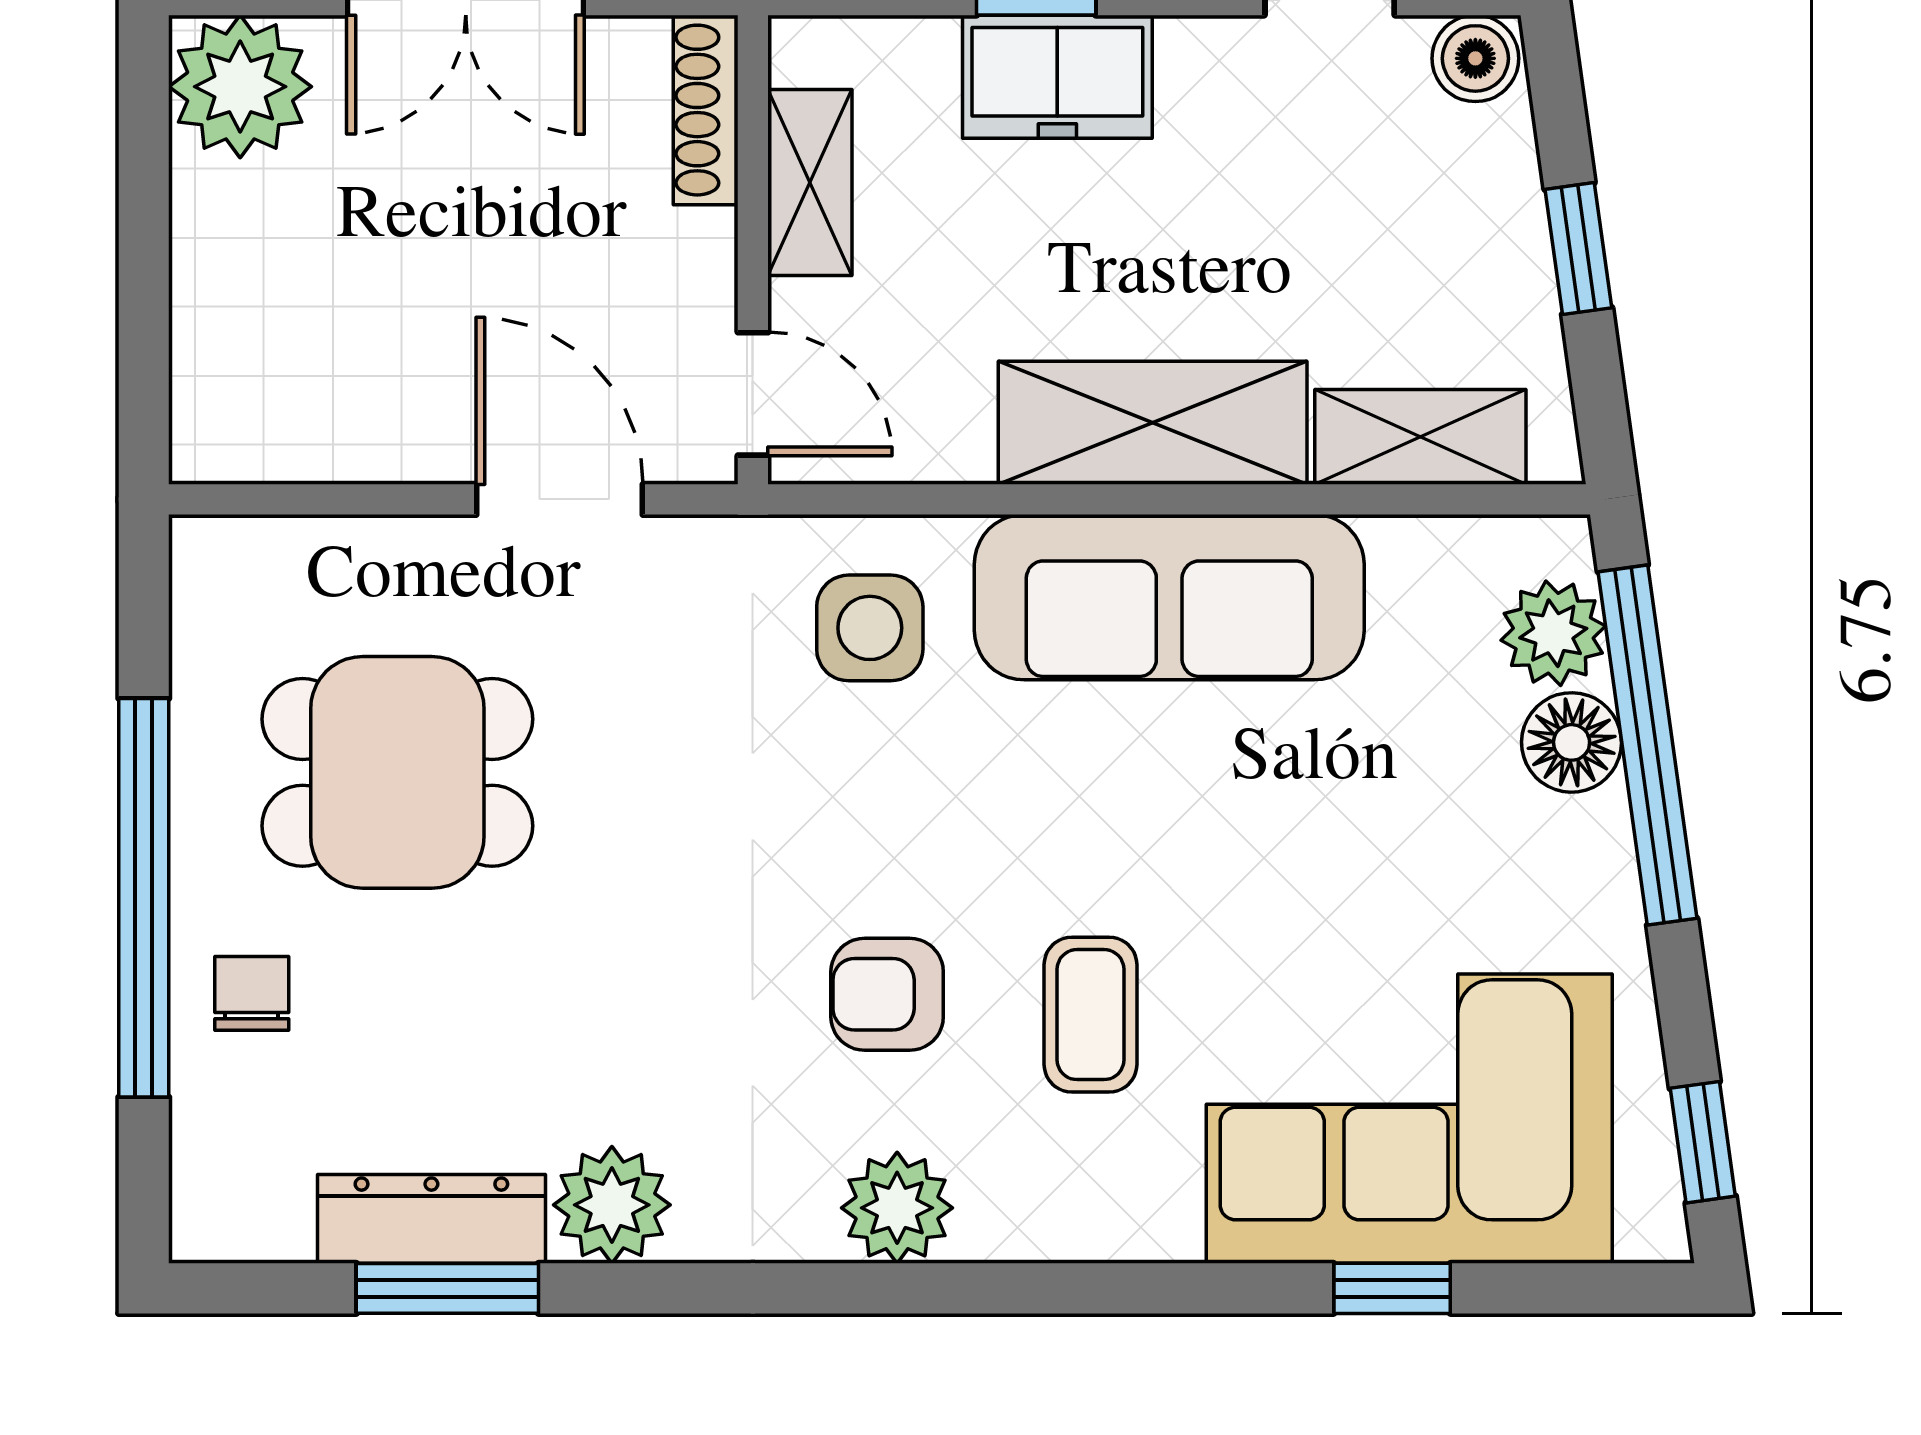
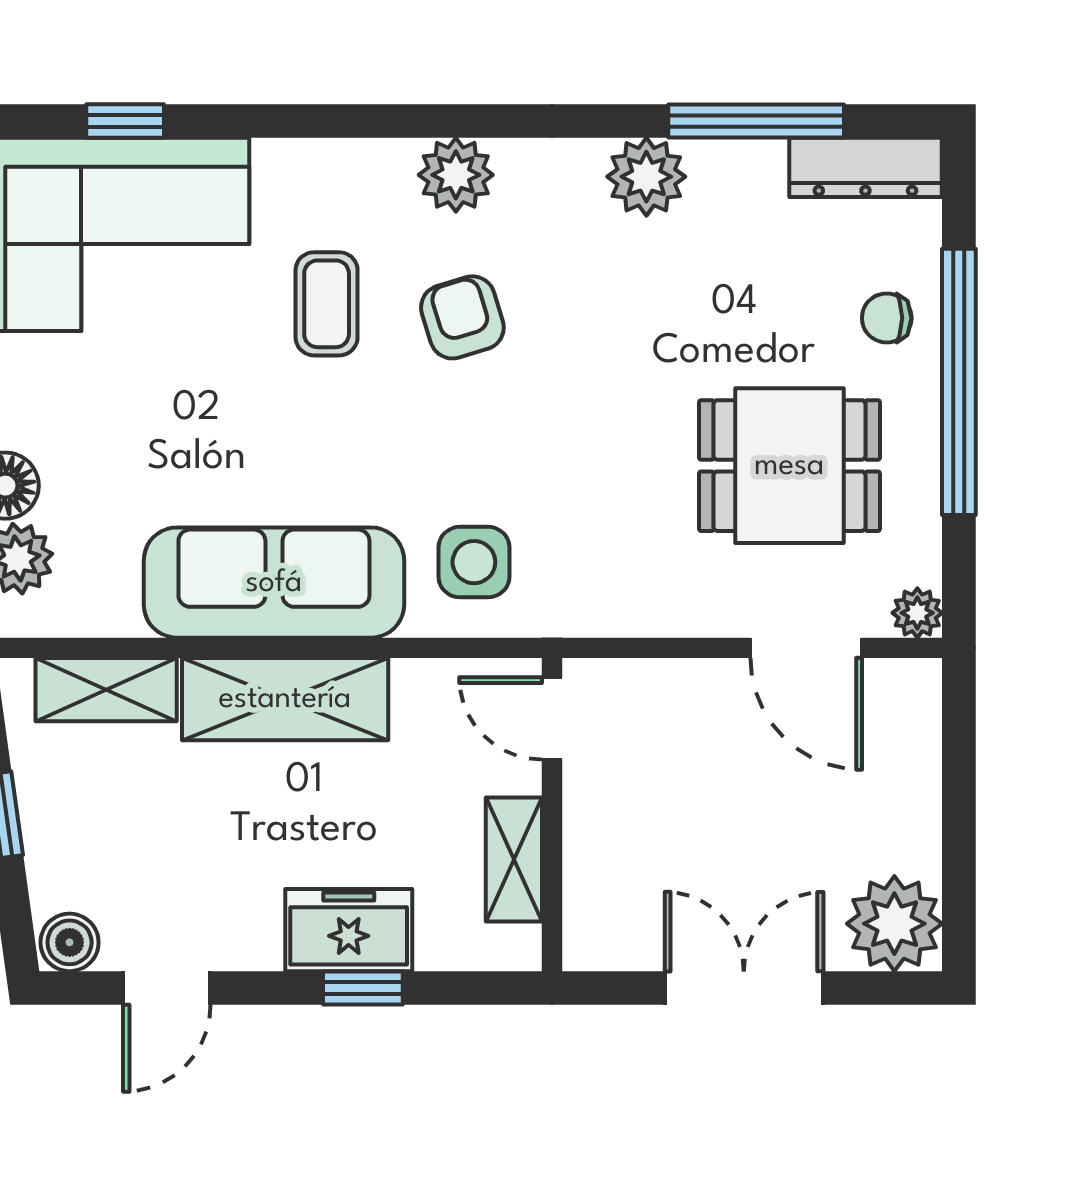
shoe rack: (706, 110) -> (584, 908), removed
door: (560, 499) -> (806, 648), moved
plant: (206, 552) -> (917, 613), added
chair: (252, 993) -> (887, 318), turned 90
armchair: (887, 994) -> (462, 317), turned -107
dresser: (431, 1219) -> (865, 167), moved
window: (447, 1288) -> (756, 121), width x1.44

